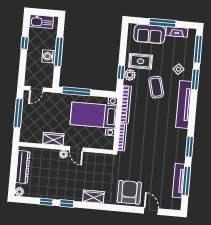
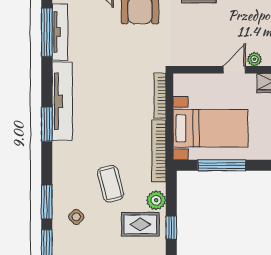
window: (121, 72) -> (171, 227), moved
window: (76, 91) -> (222, 165), moved
tv unit: (184, 104) -> (62, 101), moved
window: (189, 147) -> (47, 124), moved
door: (76, 149) -> (234, 70), hinge flipped

